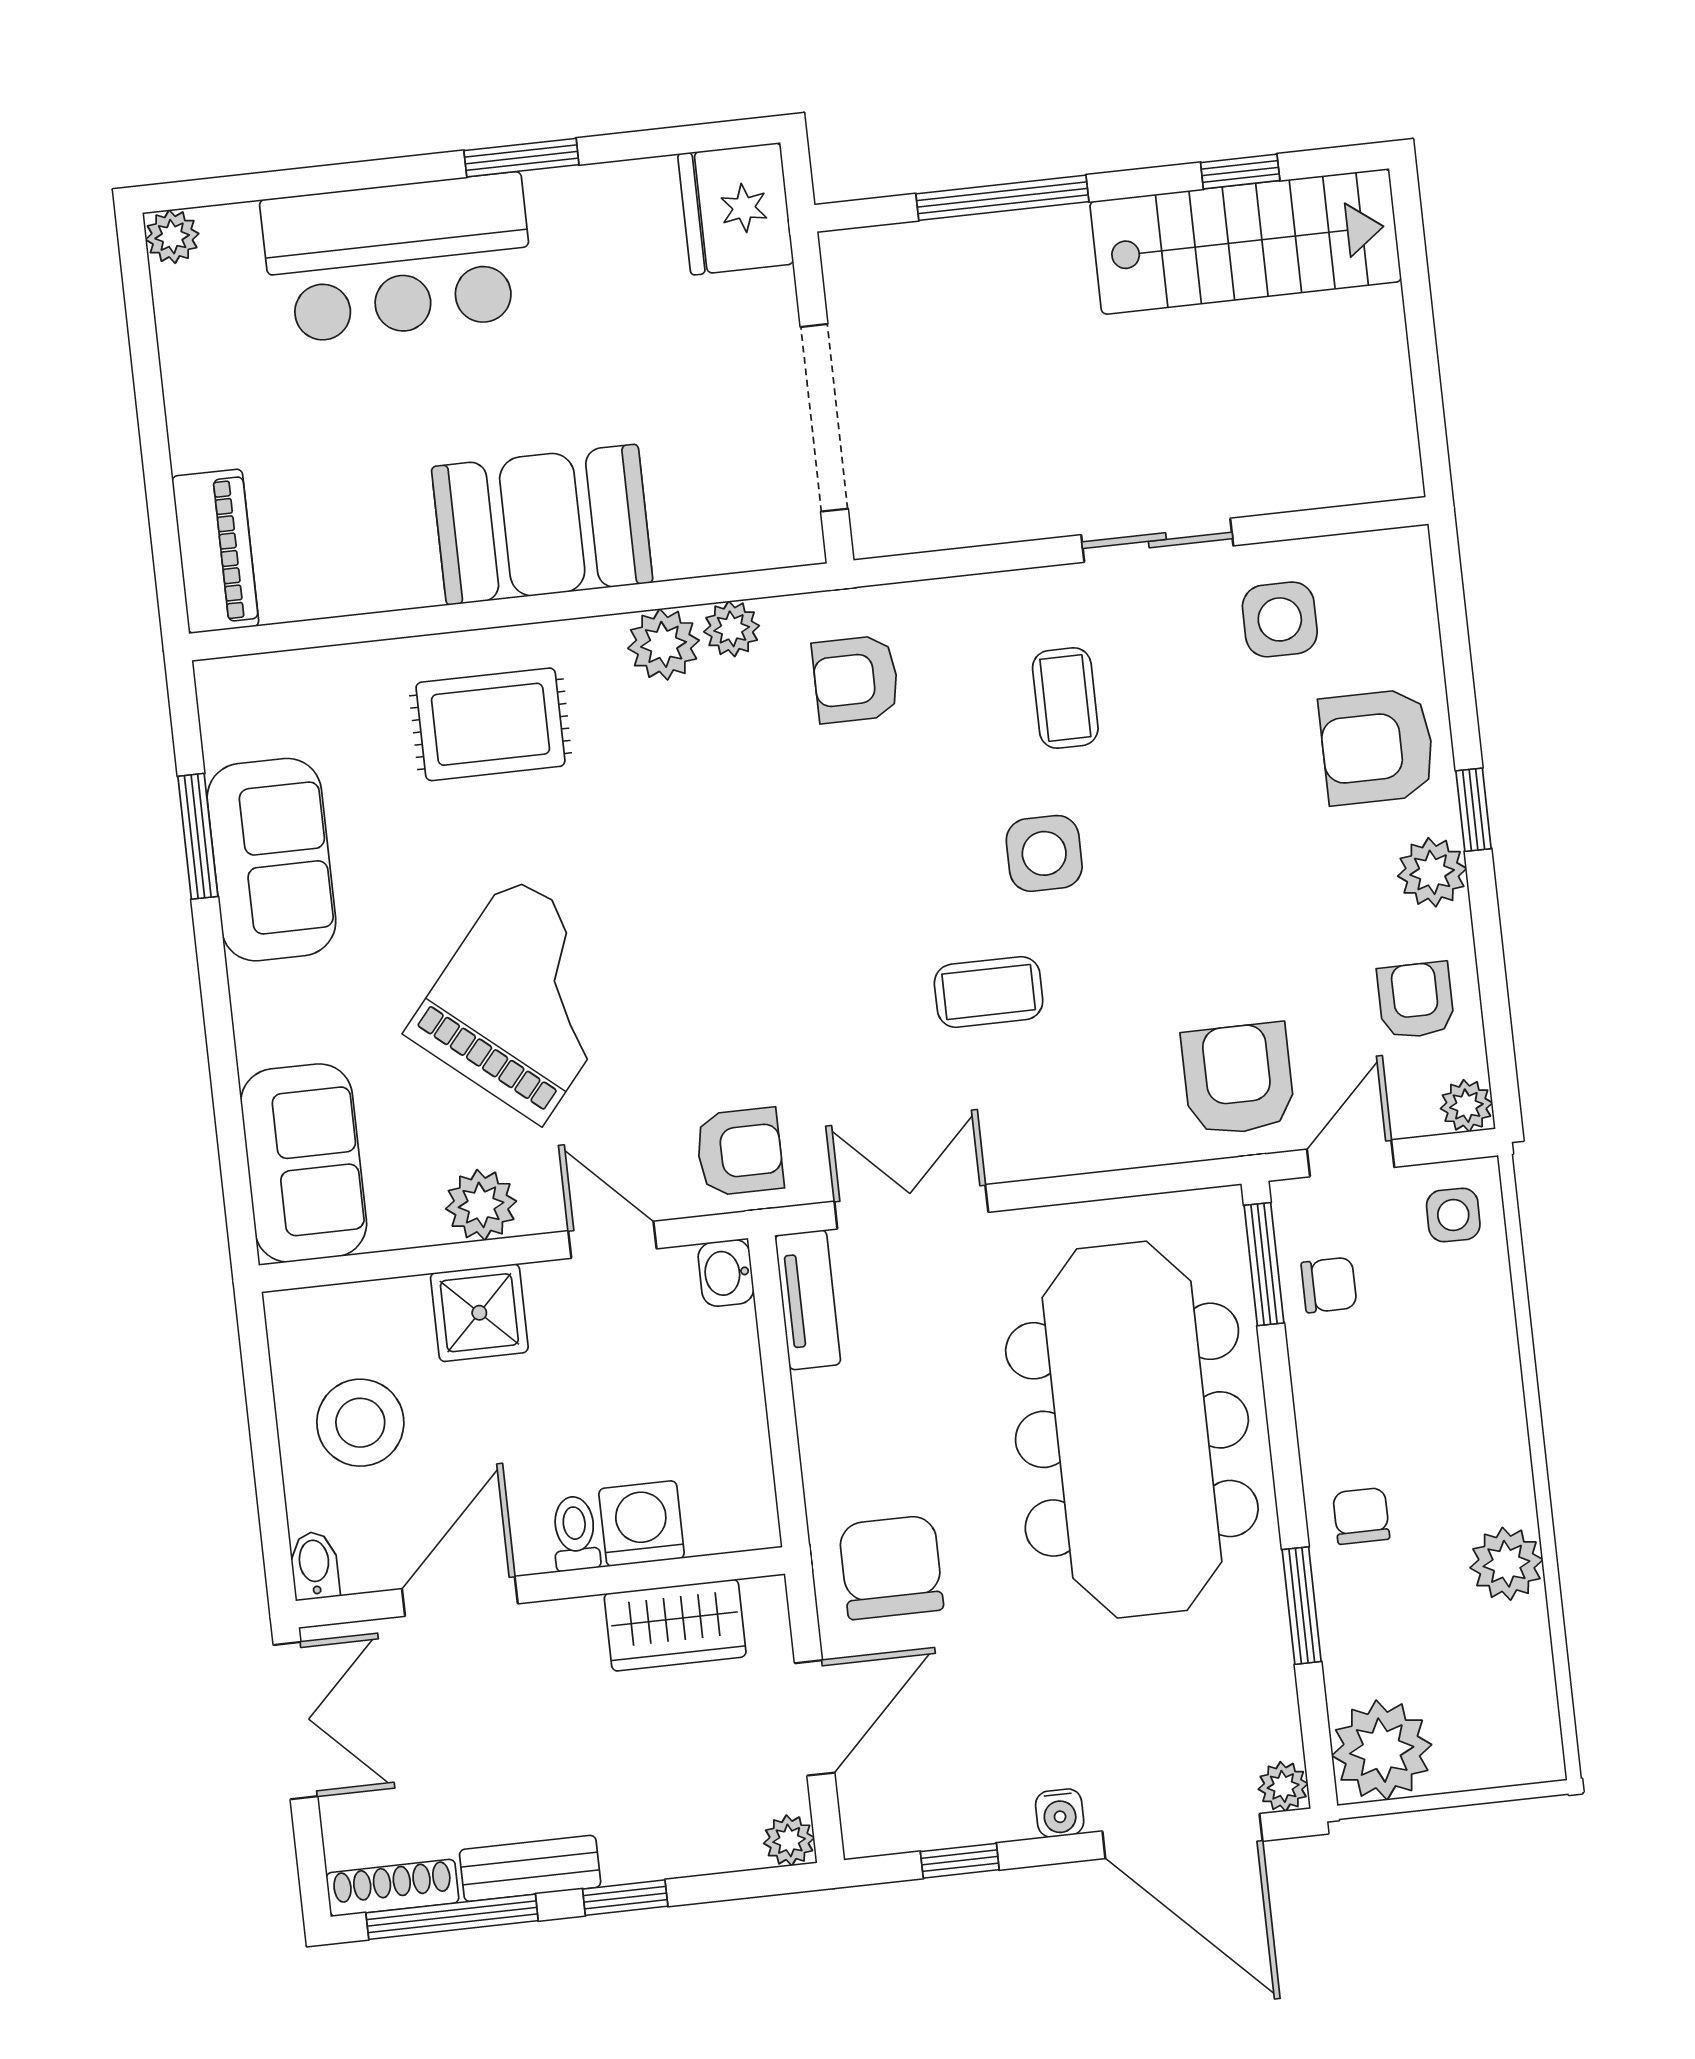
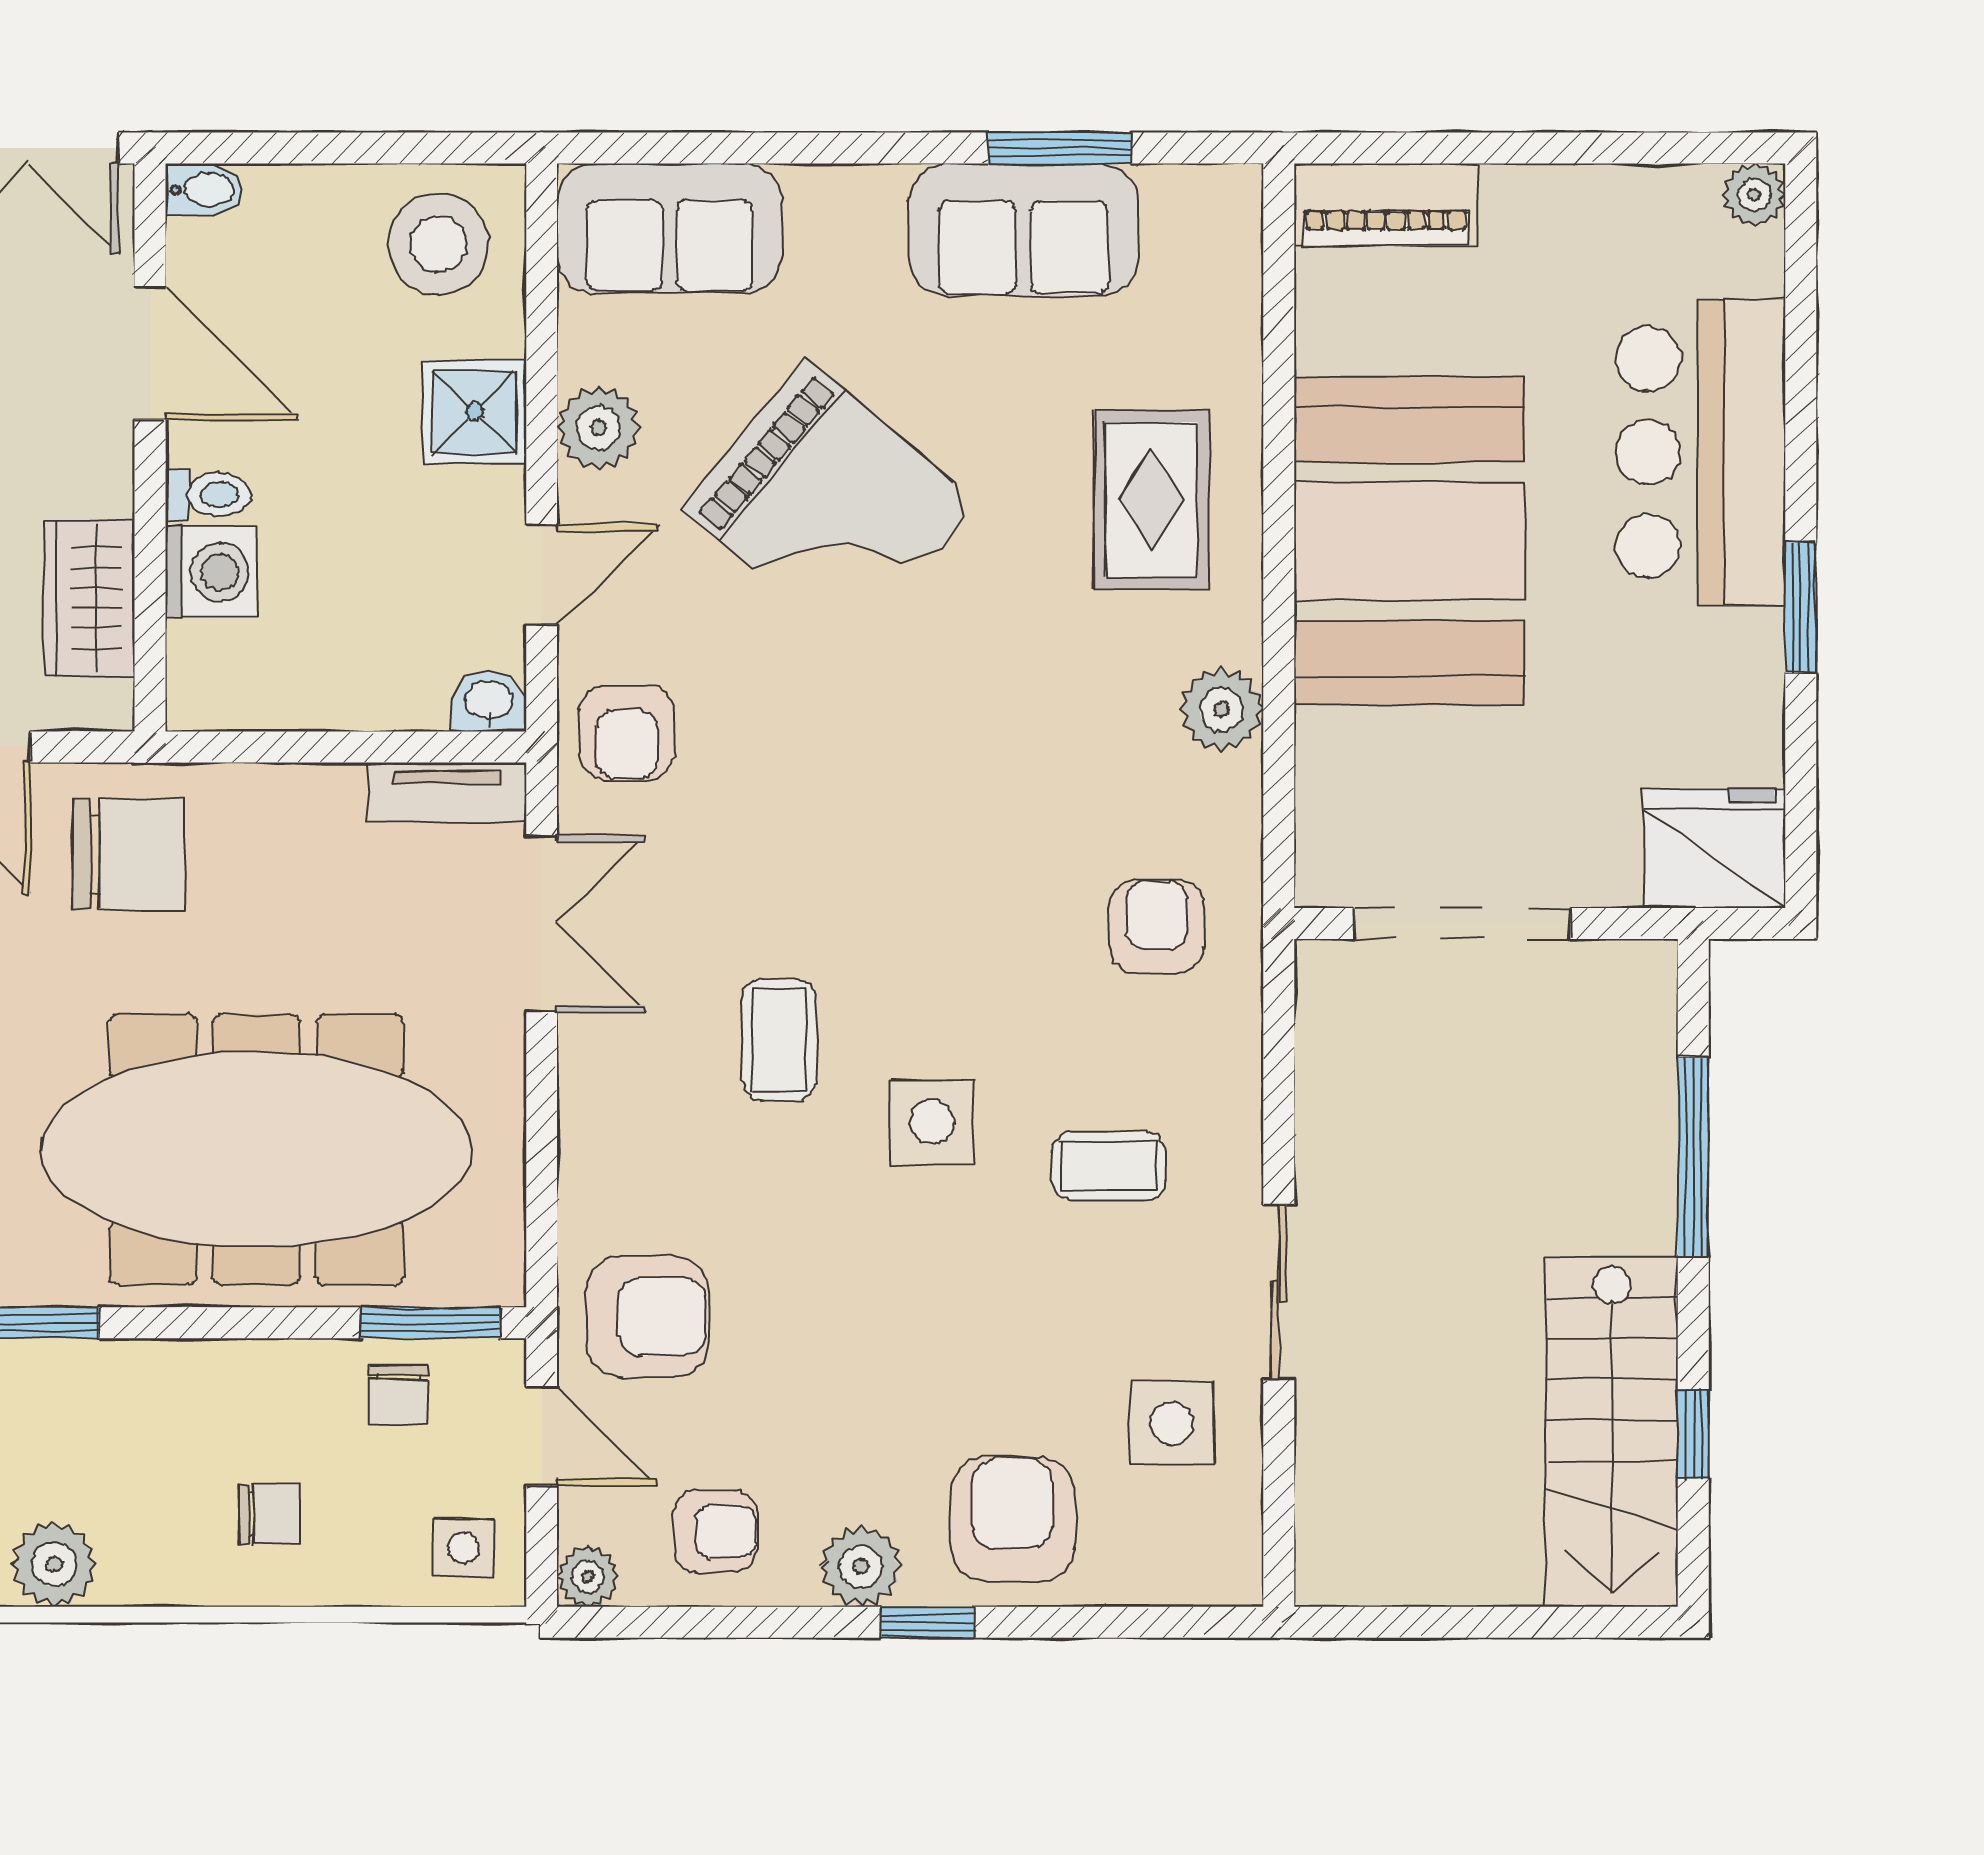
booth: (542, 525) -> (1409, 541), width x1.36, depth x1.42
plant: (732, 629) -> (1231, 790), removed
stool: (360, 1423) -> (439, 244), moved
chair: (1361, 1516) -> (270, 1514), moved

